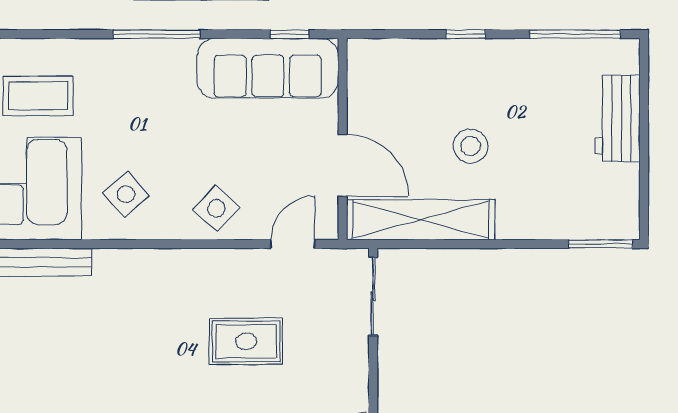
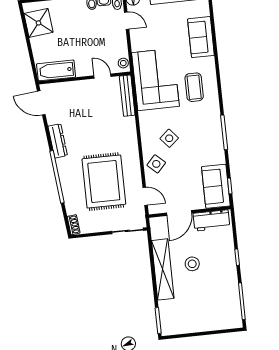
sofa: (268, 68) -> (216, 186), width x0.73
workbench: (618, 118) -> (211, 220), moved, turned 180
side table: (126, 194) -> (169, 138), moved
shelving: (421, 220) -> (163, 269), moved
rug: (246, 341) -> (104, 182), width x1.86, depth x2.06

